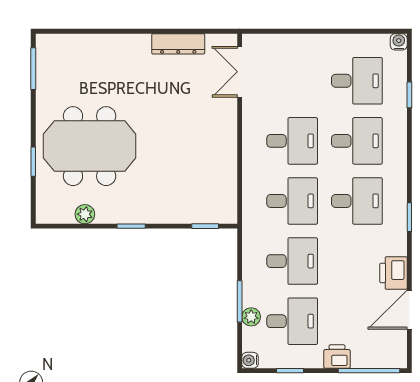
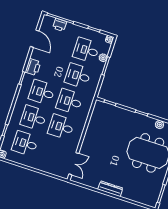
dresser: (178, 44) -> (110, 189), moved
printer: (393, 273) -> (33, 67), moved
door: (409, 310) -> (35, 39), hinge flipped
printer: (337, 357) -> (60, 25), moved

